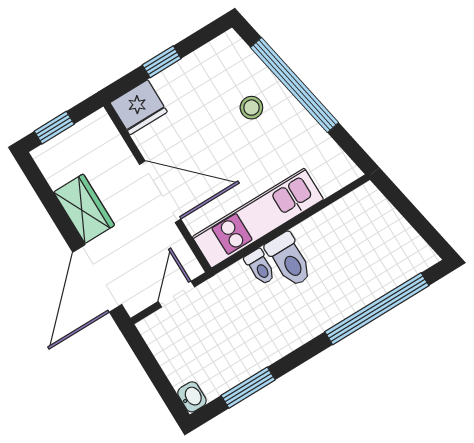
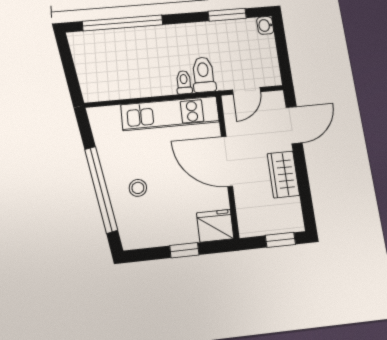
toilet: (289, 260) -> (203, 75), moved
door: (97, 278) -> (294, 125), width x0.73

